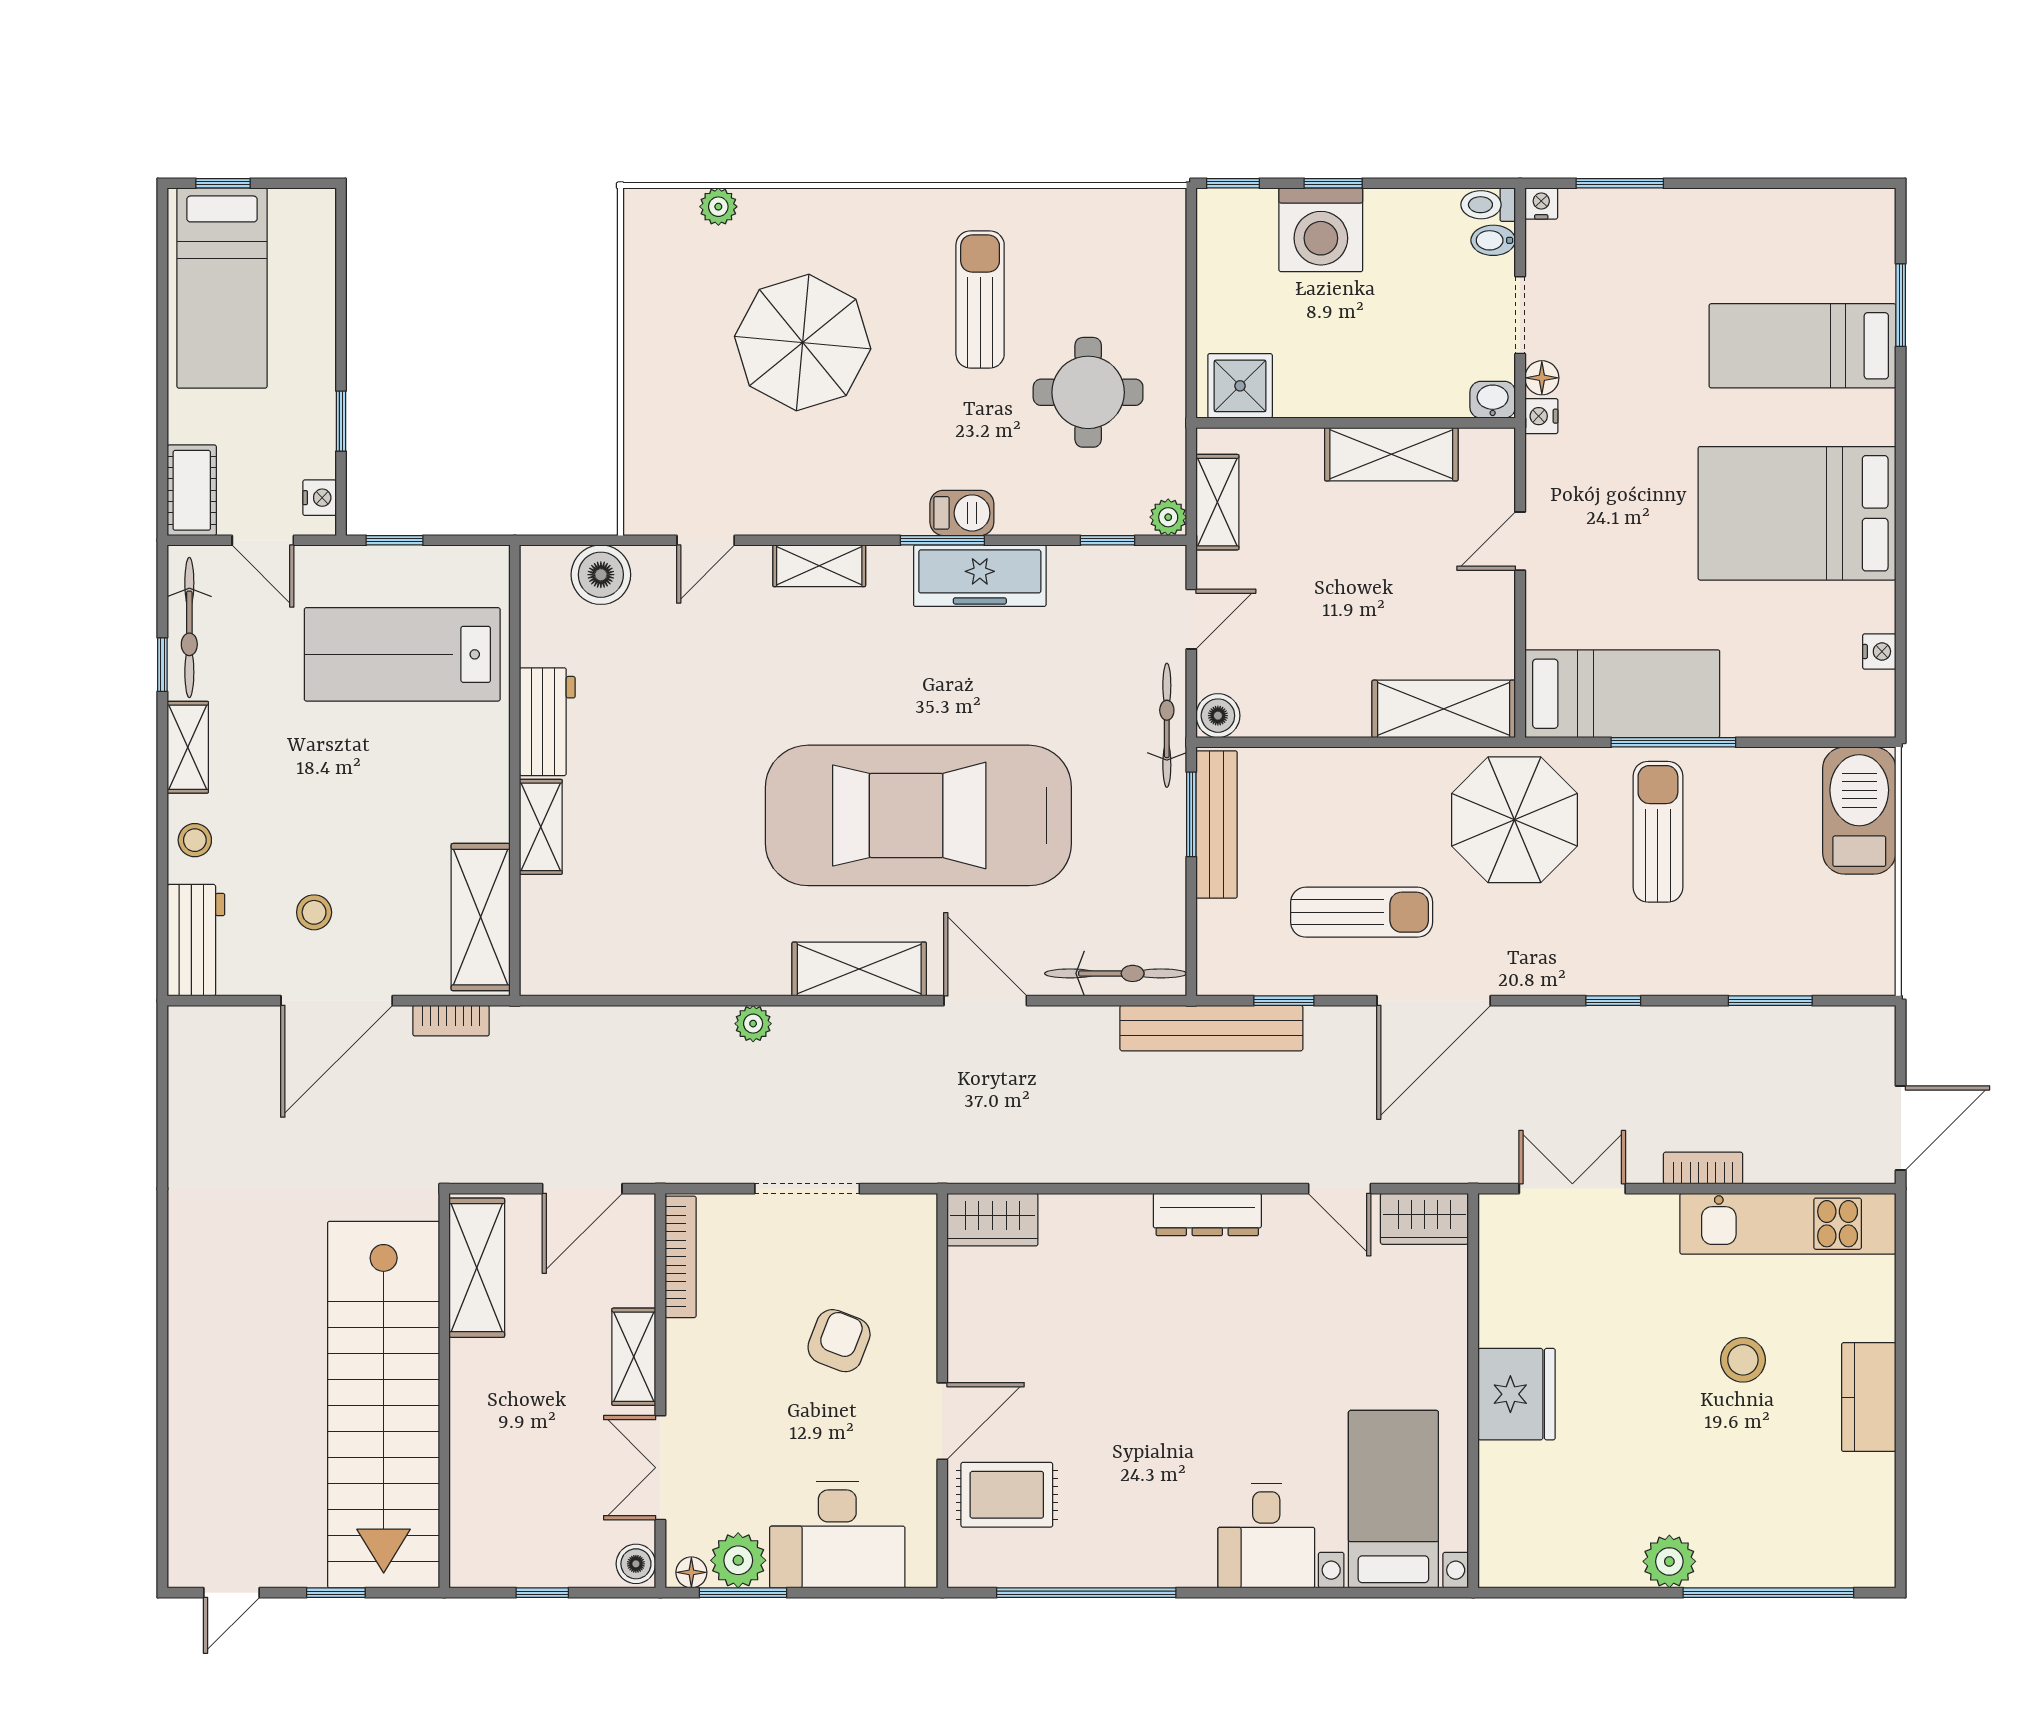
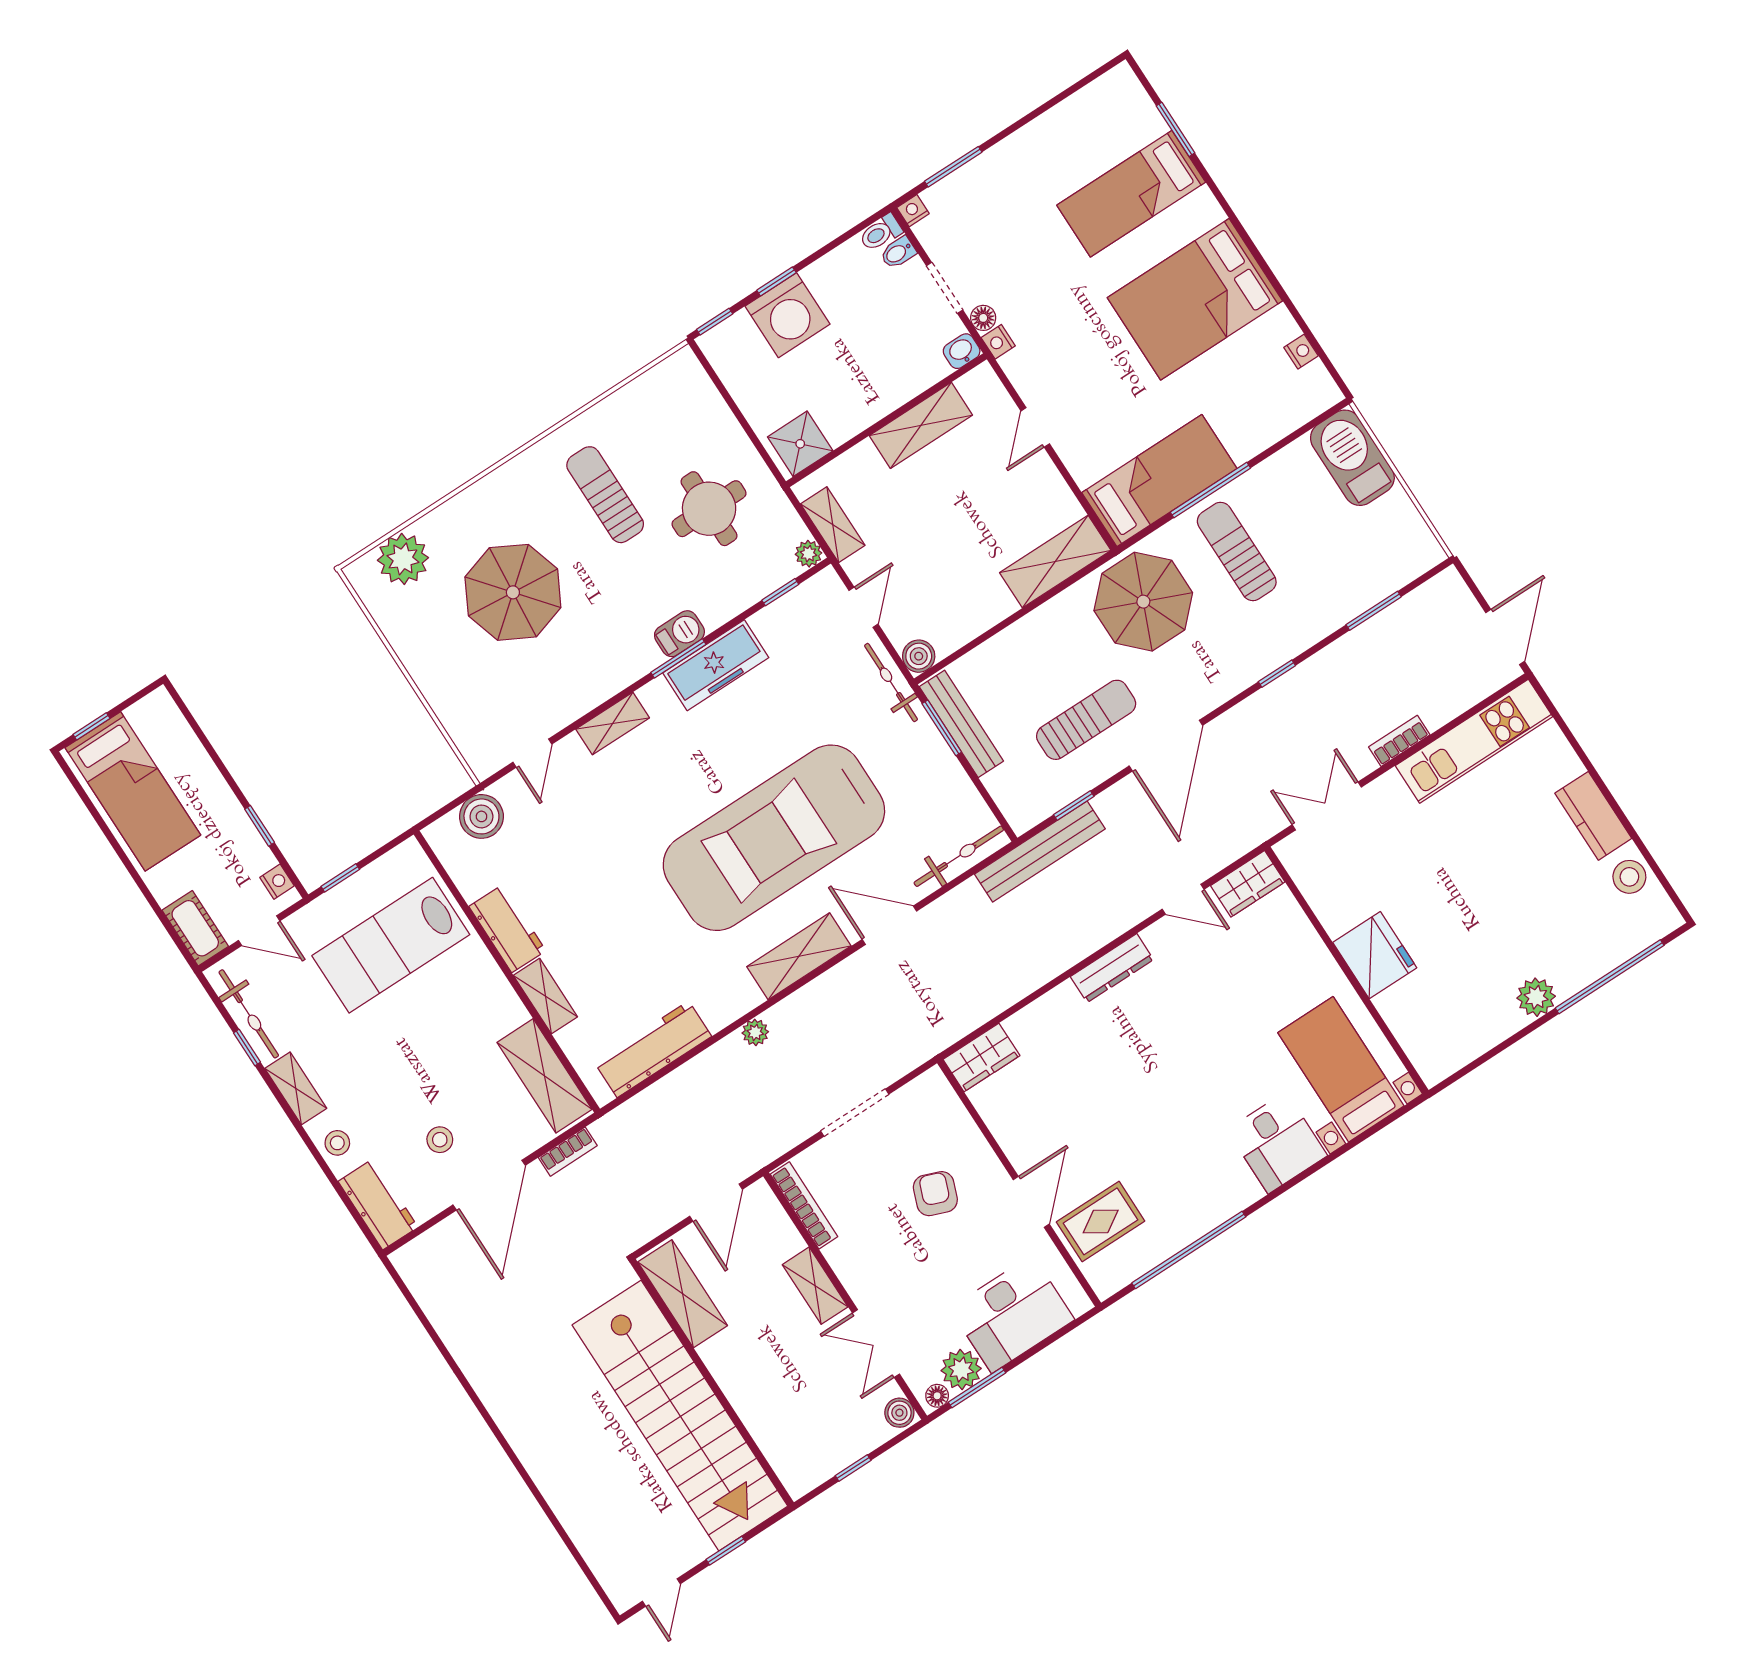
plant: (718, 207) -> (403, 559), width x1.88, depth x1.88
workbench: (624, 967) -> (653, 1049), added
stool: (1743, 1360) -> (1629, 877), moved

